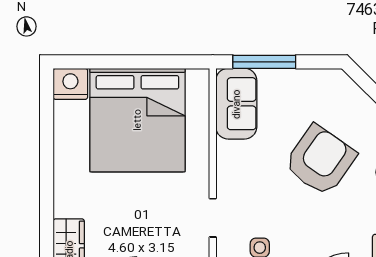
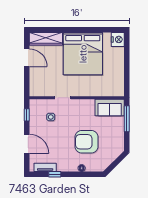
bed: (137, 120) -> (83, 54), moved, turned -90
armchair: (320, 160) -> (86, 142), turned 145

